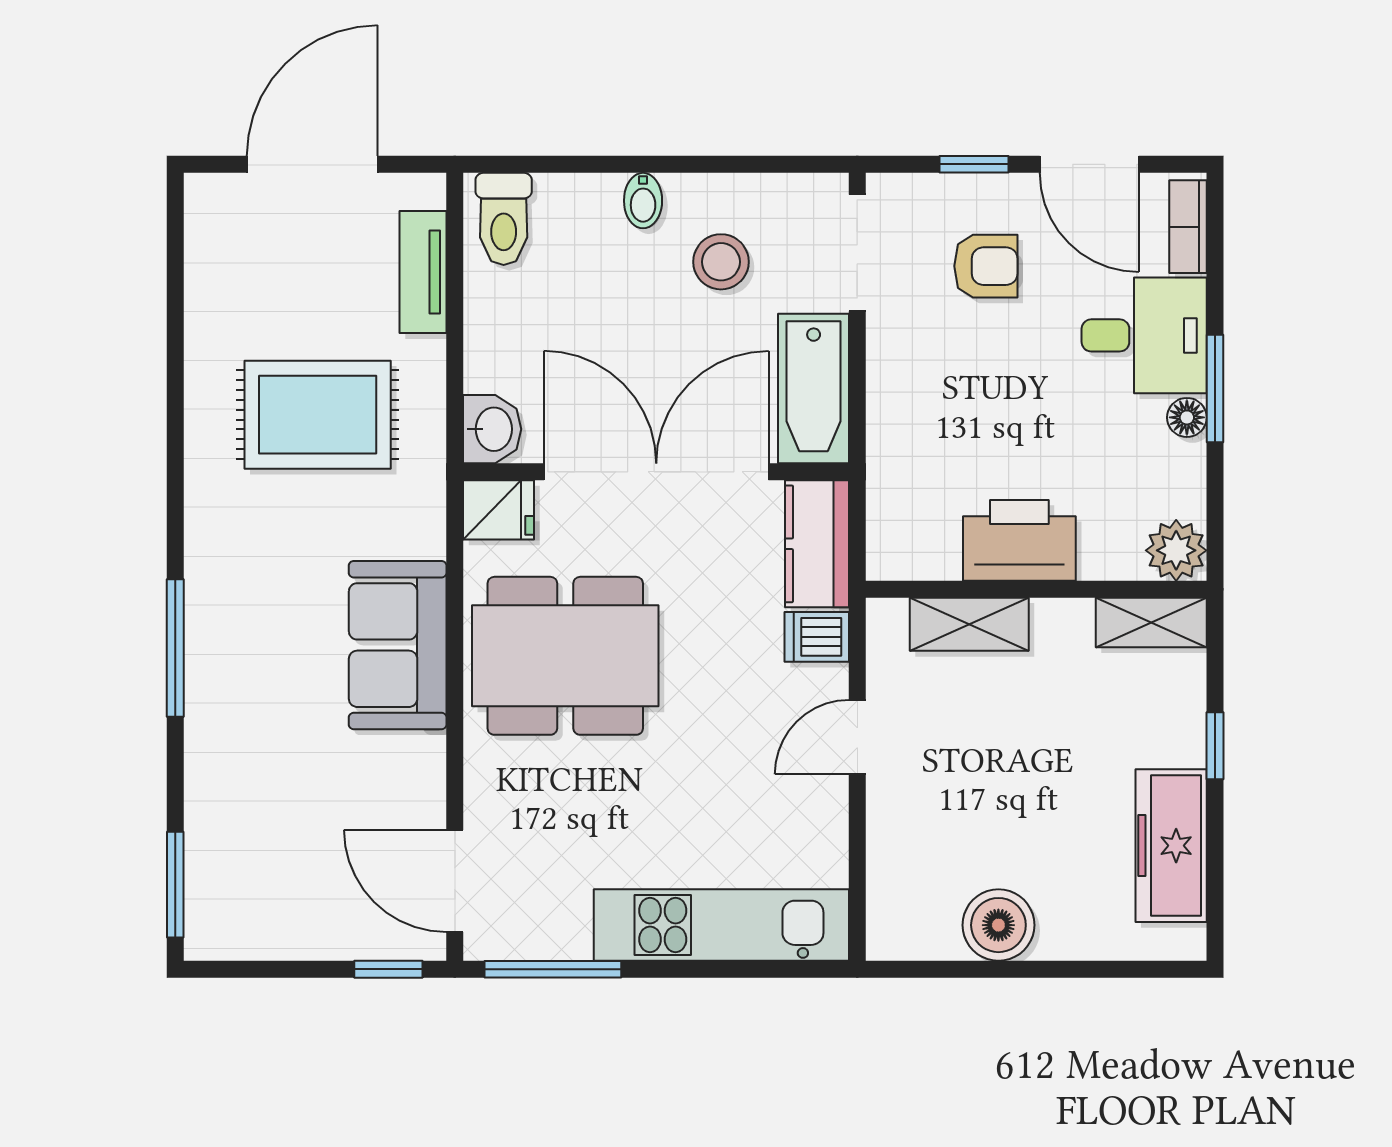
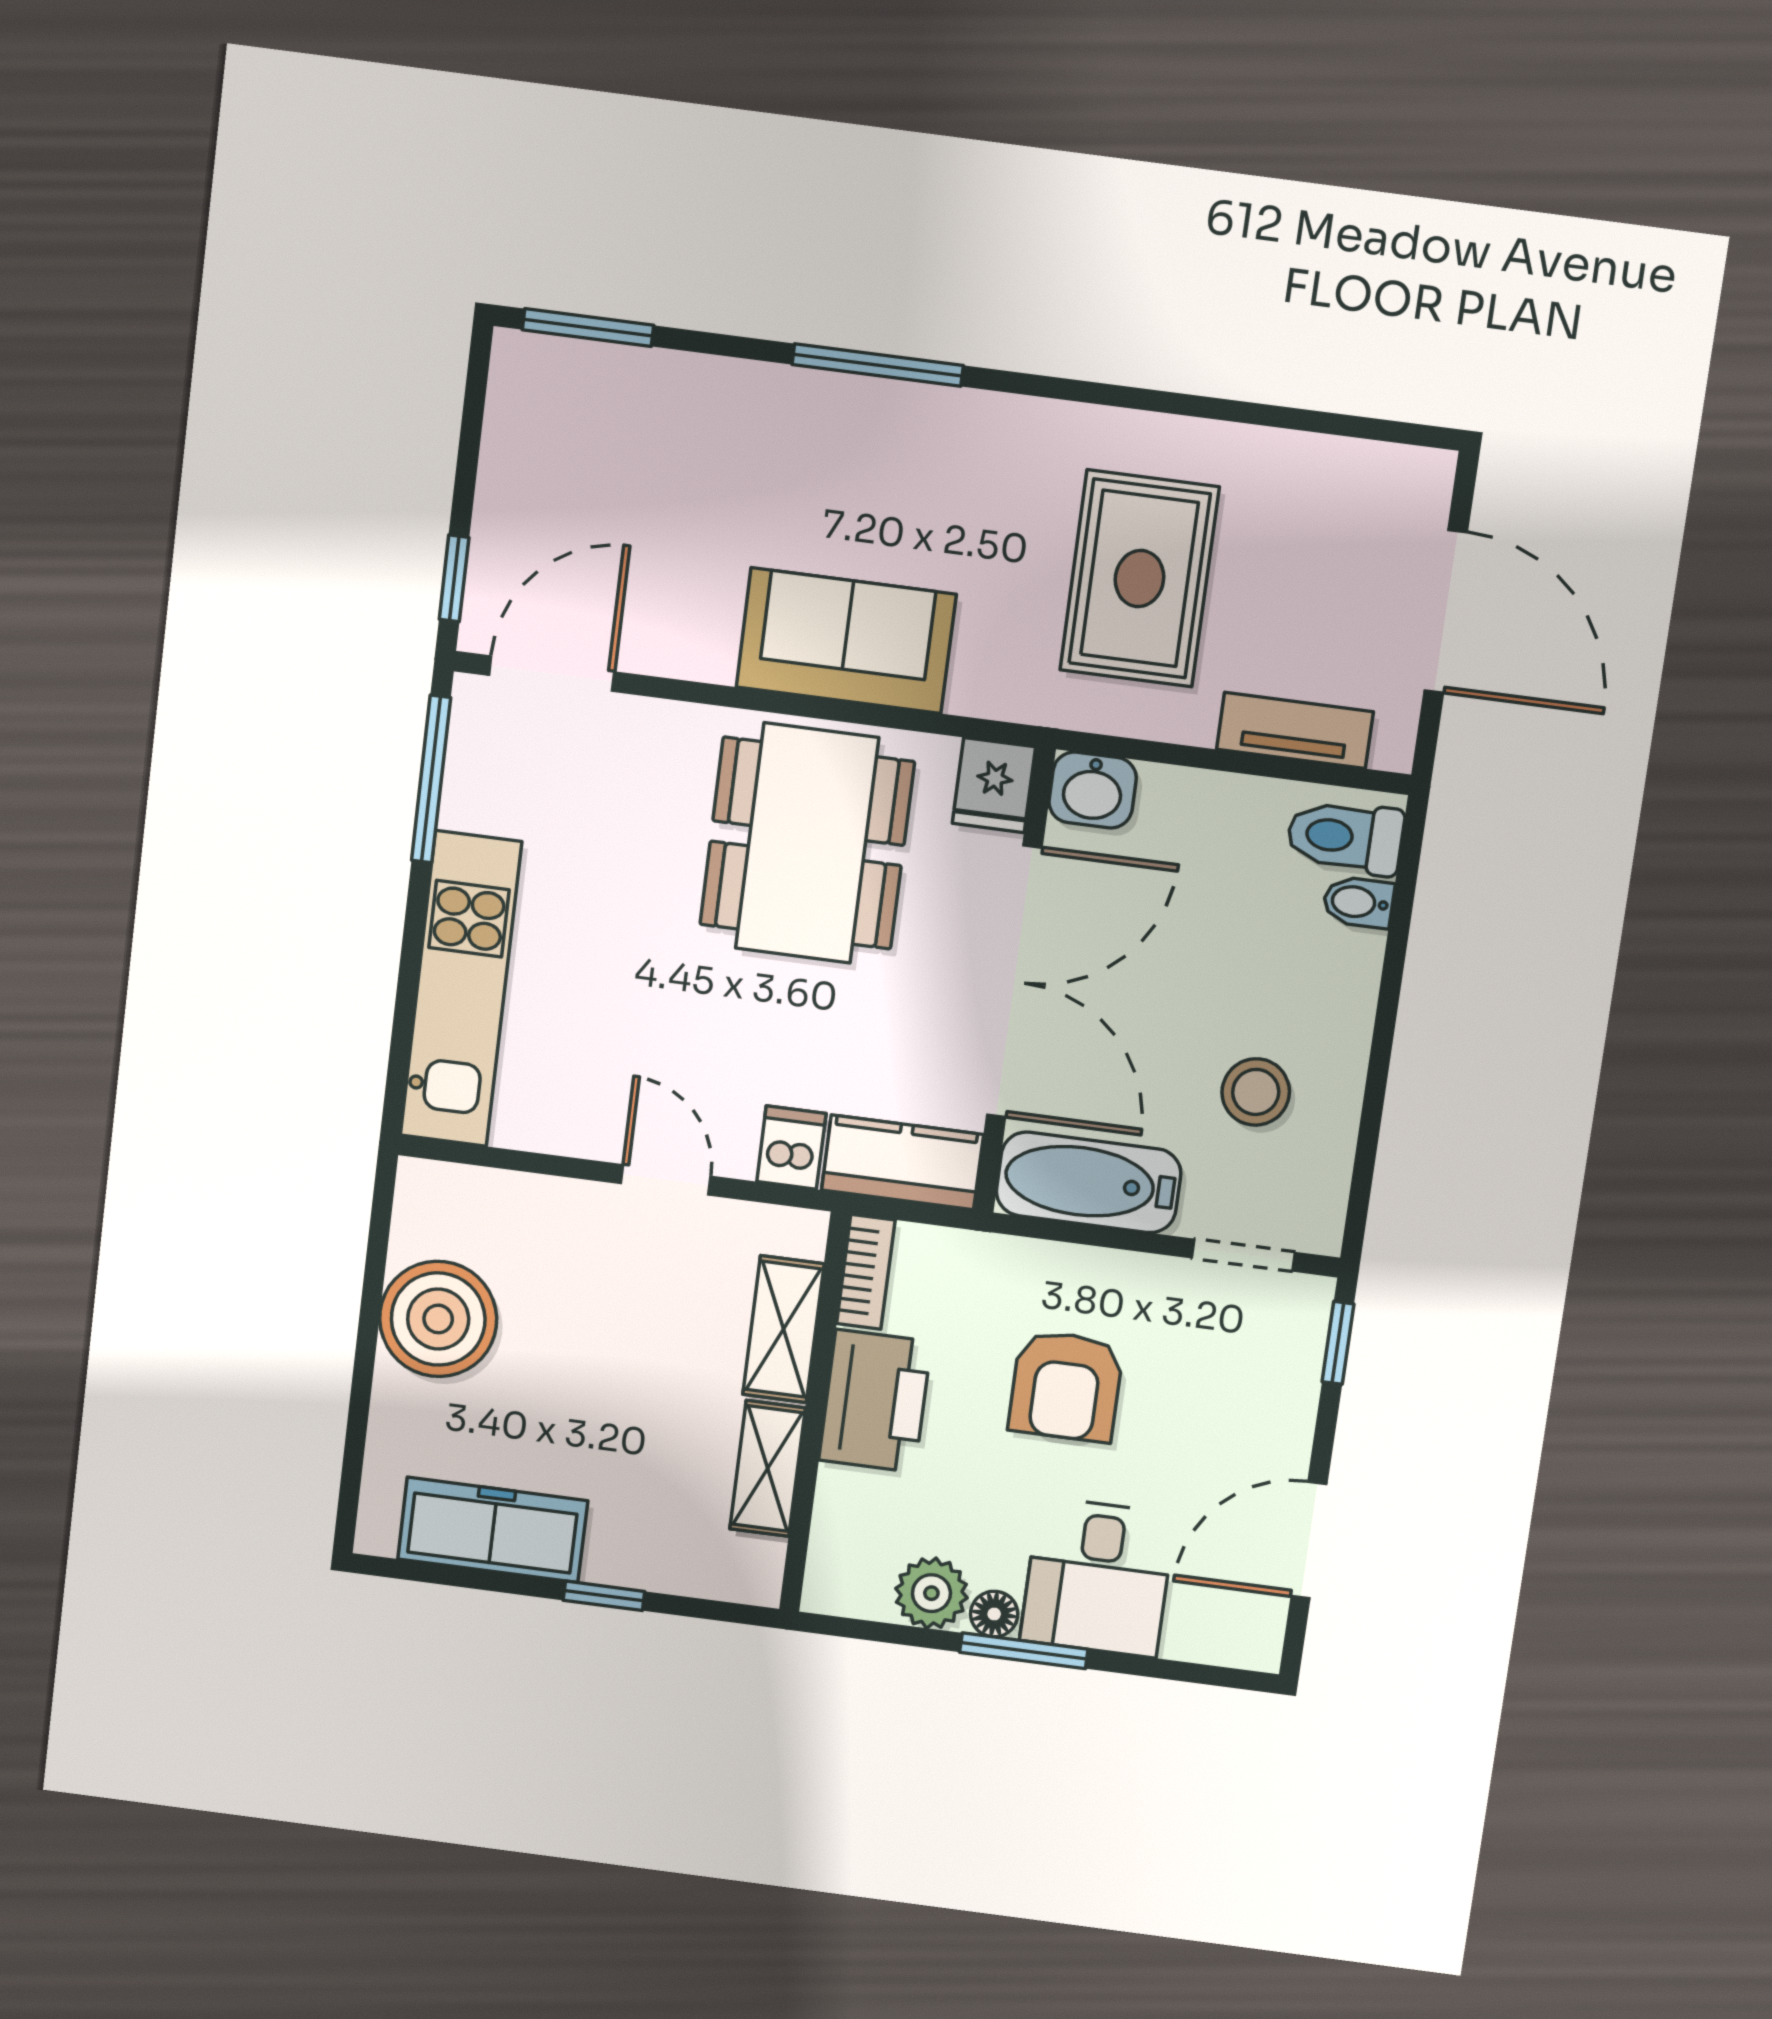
window: (974, 164) -> (1338, 1343), moved
bidet: (643, 201) -> (1358, 902), moved
bookcase: (1188, 227) -> (866, 1272), moved, turned 90
doorway: (857, 253) -> (1243, 1255), width x0.73
armchair: (986, 266) -> (1066, 1386), moved, width x1.38, depth x1.38
plant: (1176, 550) -> (931, 1593), moved
shelving: (1151, 622) -> (768, 1469), moved
boiler: (998, 925) -> (438, 1319), width x1.37, depth x1.37

